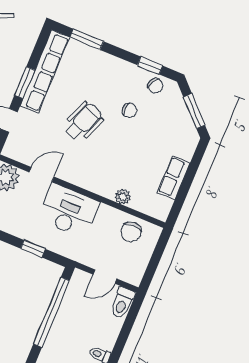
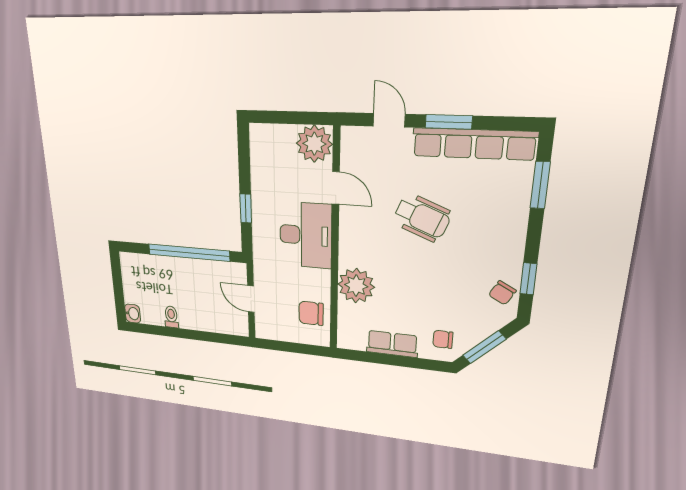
chair: (129, 110) -> (443, 339), moved, turned 90
plant: (123, 197) -> (356, 286), width x1.88, depth x1.88
toilet: (122, 303) -> (232, 325), removed

